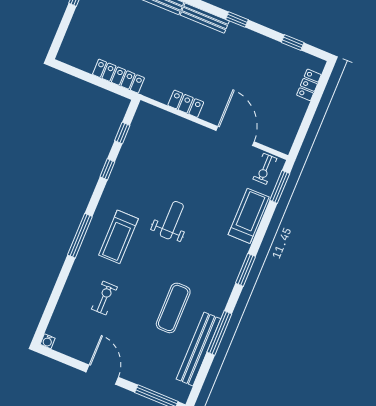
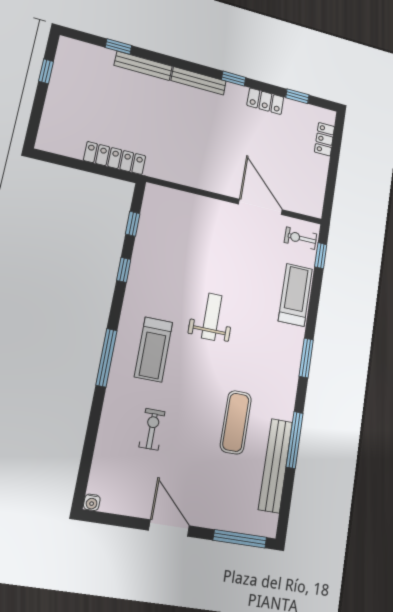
locker: (186, 104) -> (265, 101), moved, turned 180
exercise bike: (265, 169) -> (301, 238), turned 90
window: (280, 187) -> (321, 256), width x0.67

